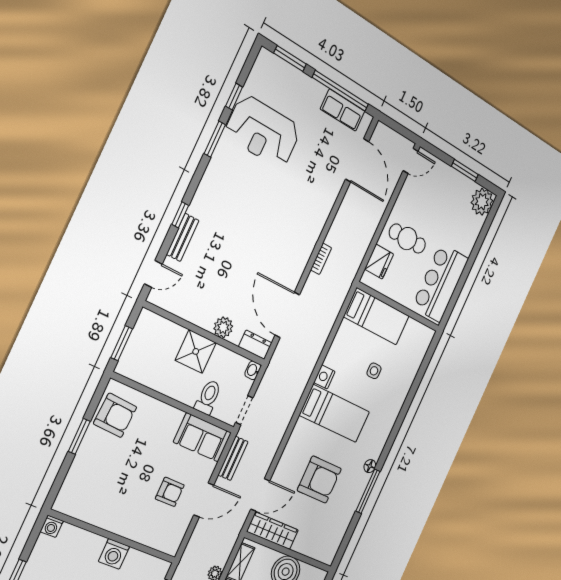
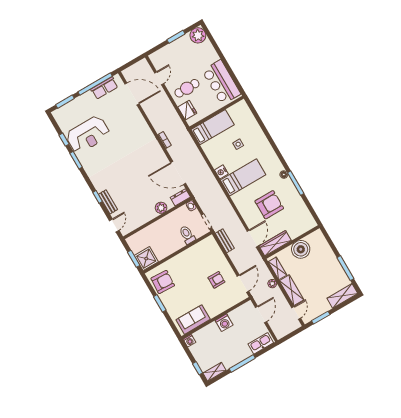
door: (411, 161) -> (159, 78), moved
shower: (196, 351) -> (146, 259), moved
sofa: (202, 437) -> (193, 320), moved, turned 180
door: (204, 500) -> (243, 284), moved

